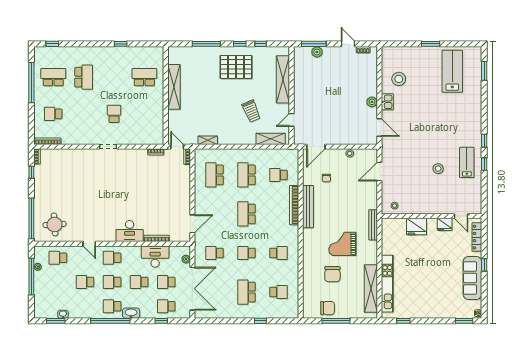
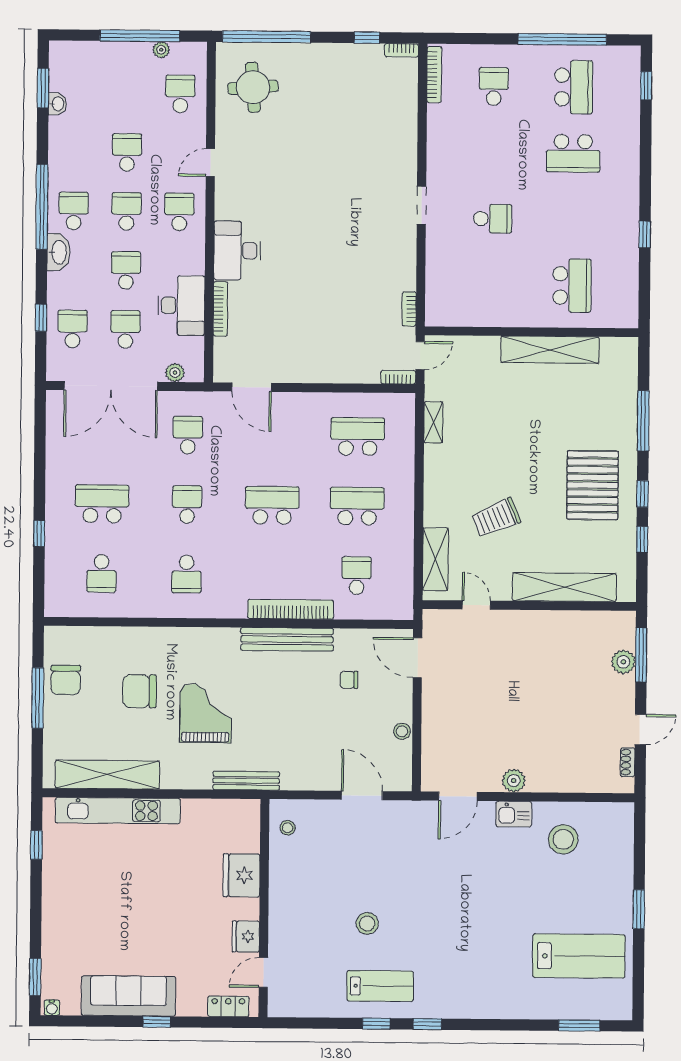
locker: (477, 237) -> (228, 1006), width x0.66

